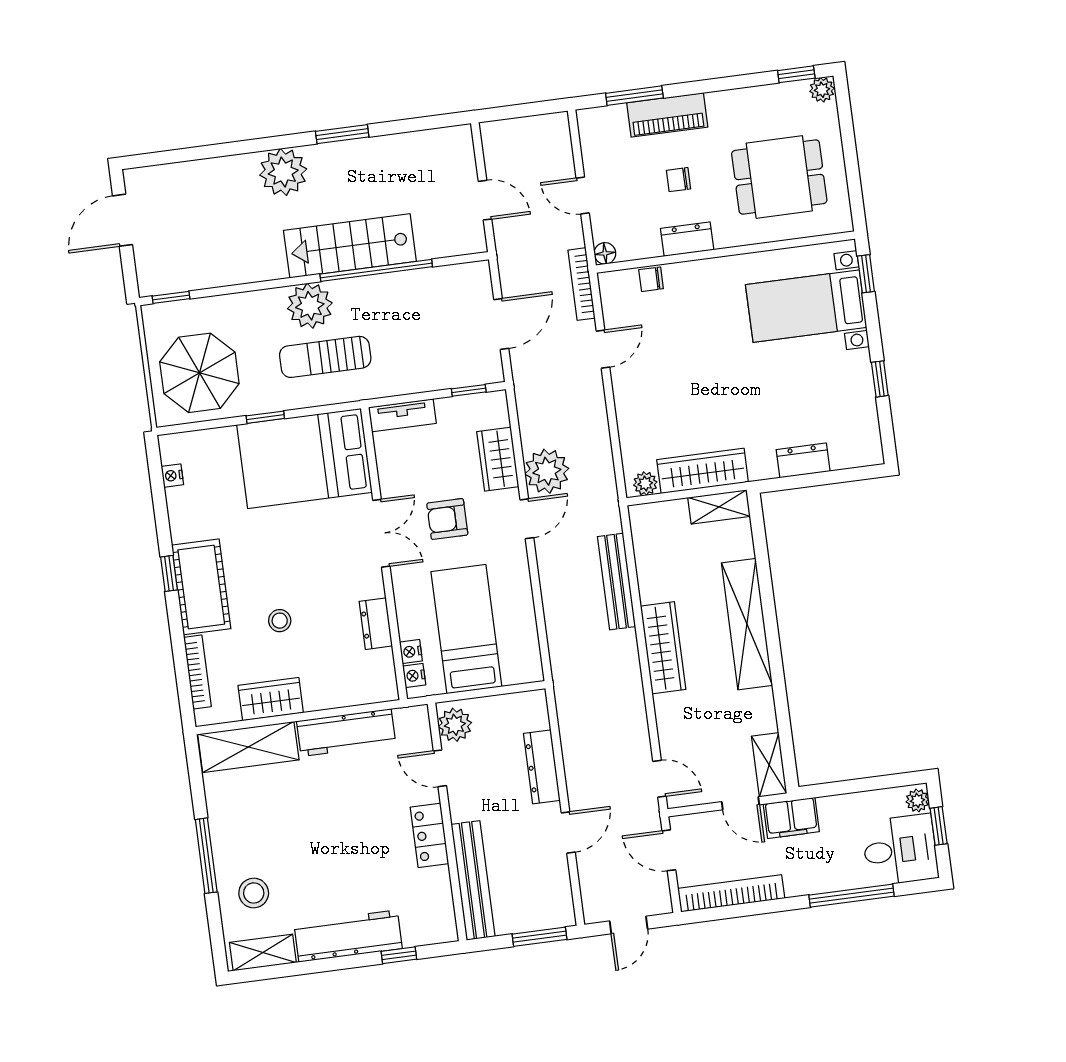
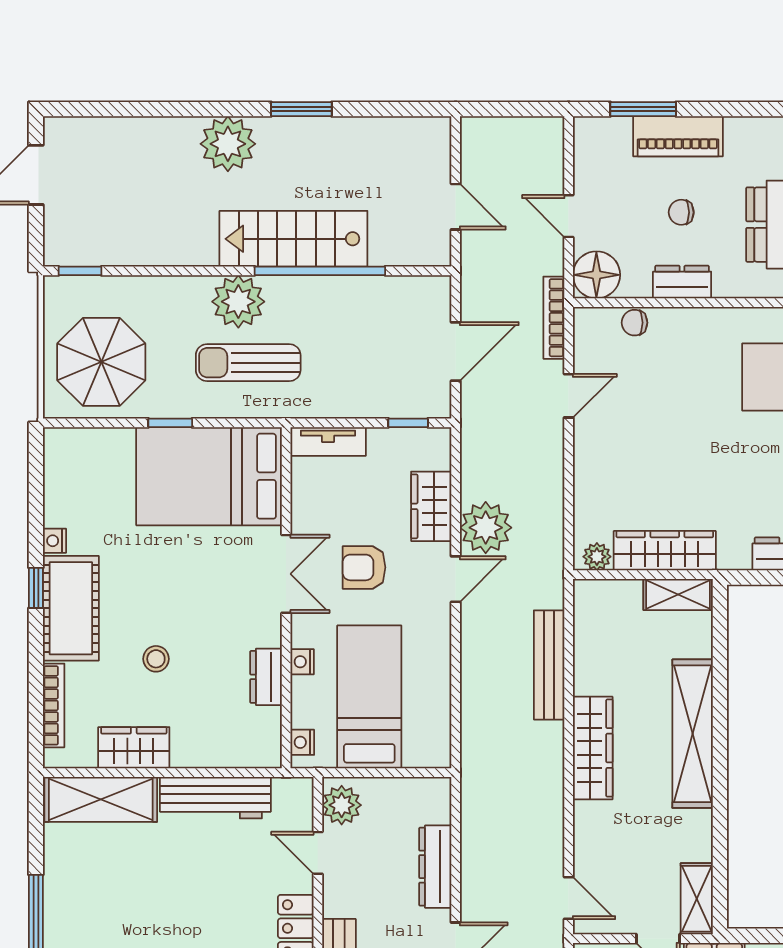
floor lamp: (605, 253) -> (596, 275), width x1.89, depth x1.89
nightstand: (172, 476) -> (55, 541), moved
nightstand: (411, 652) -> (302, 662), moved

